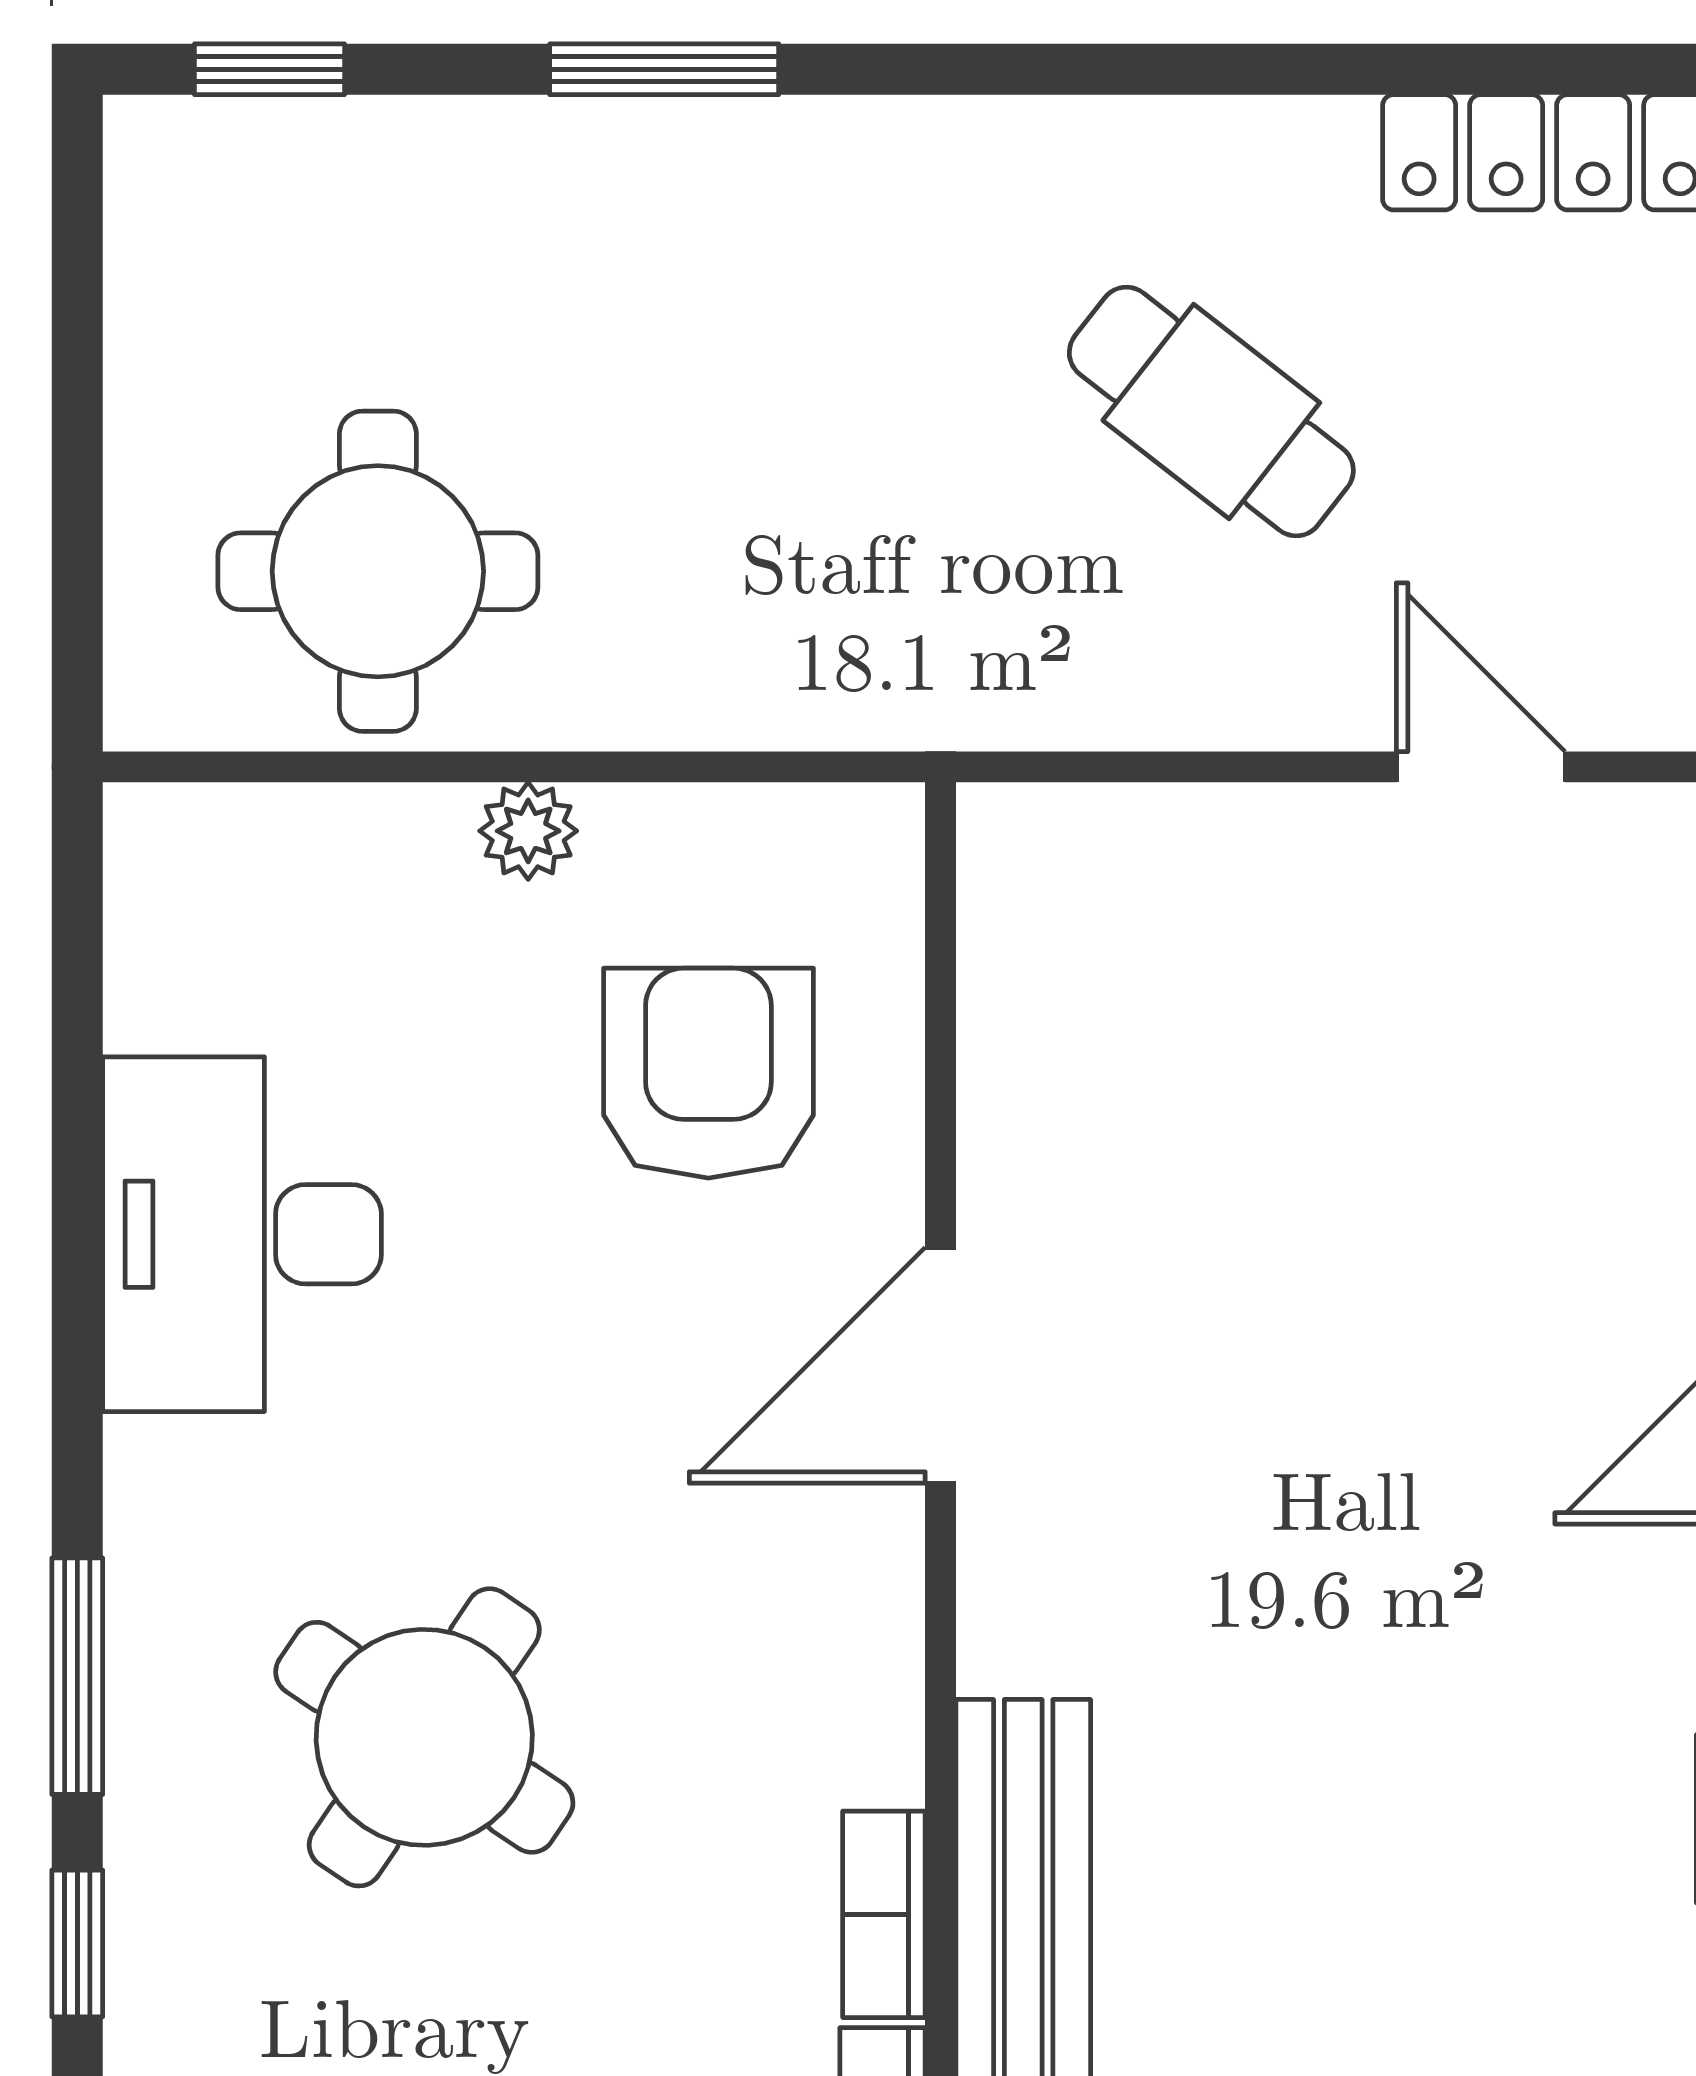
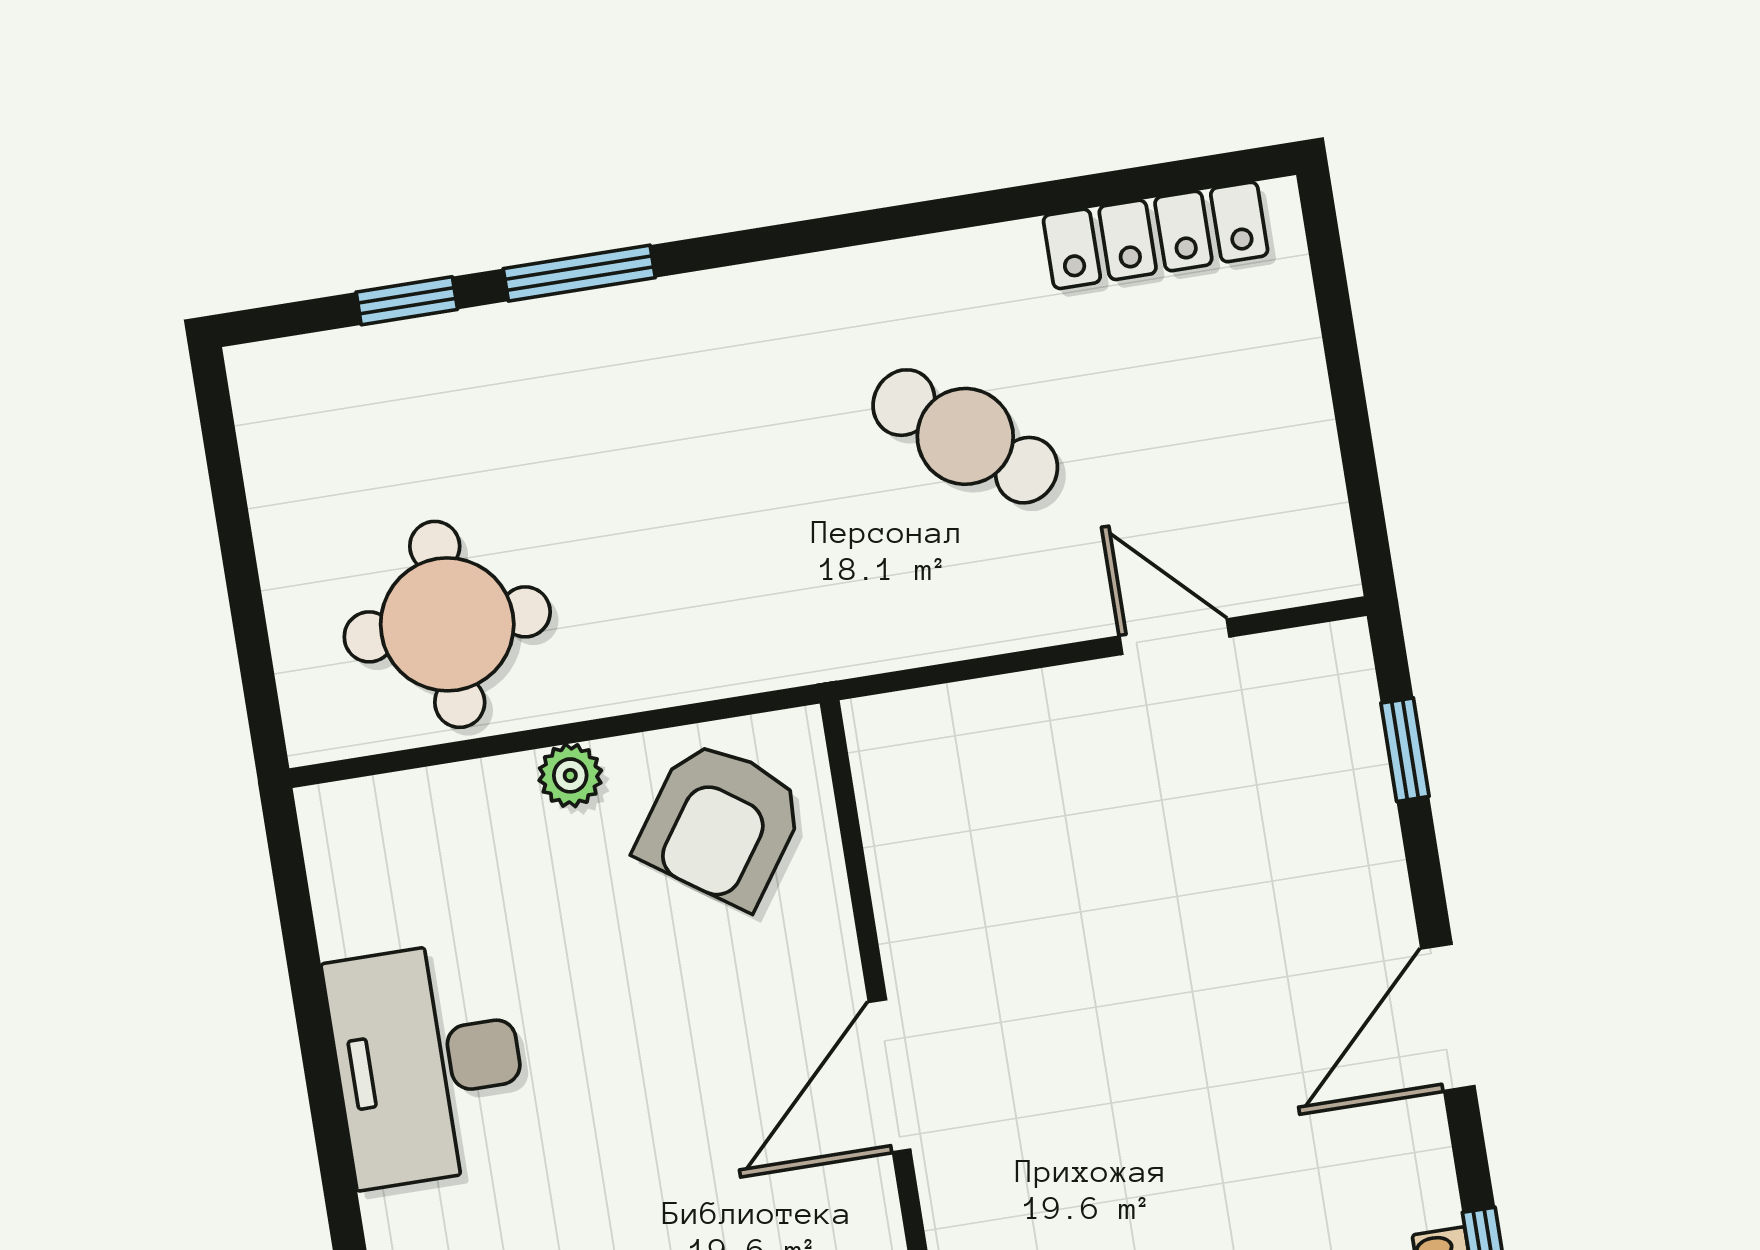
window: (269, 69) -> (407, 301), moved
armchair: (708, 1073) -> (721, 824), moved, turned -145

